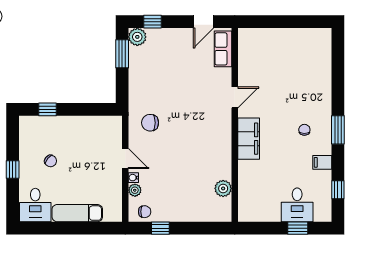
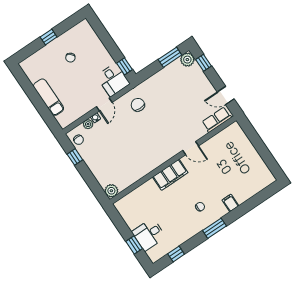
window: (47, 109) -> (124, 66), moved
filing cabinet: (322, 162) -> (230, 203), moved
plant: (223, 188) -> (111, 191), moved
desk: (35, 205) -> (113, 80), moved, turned -90

